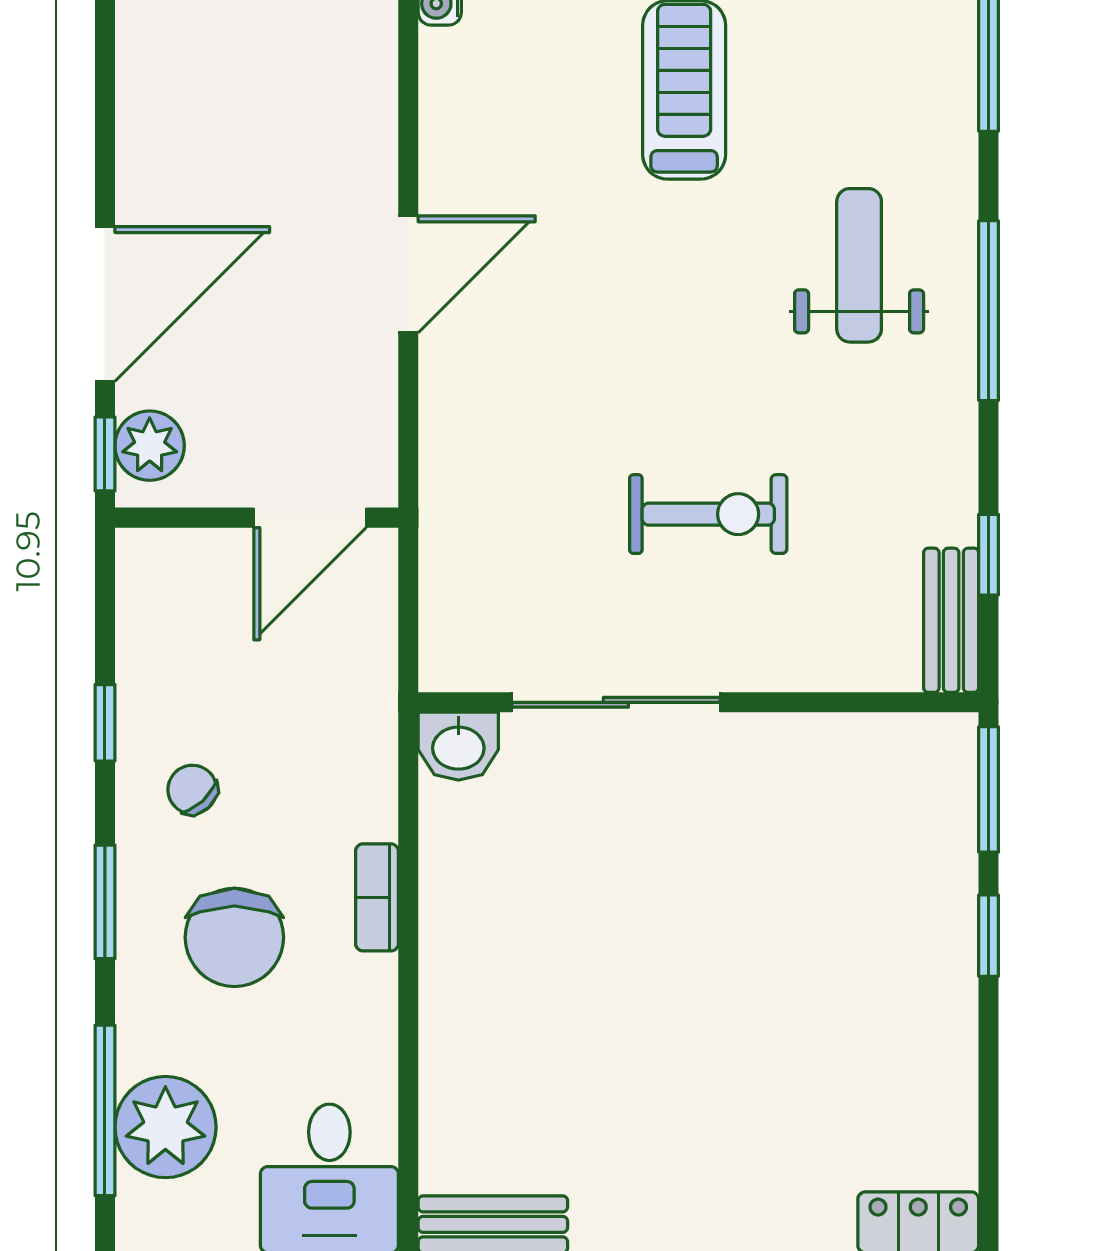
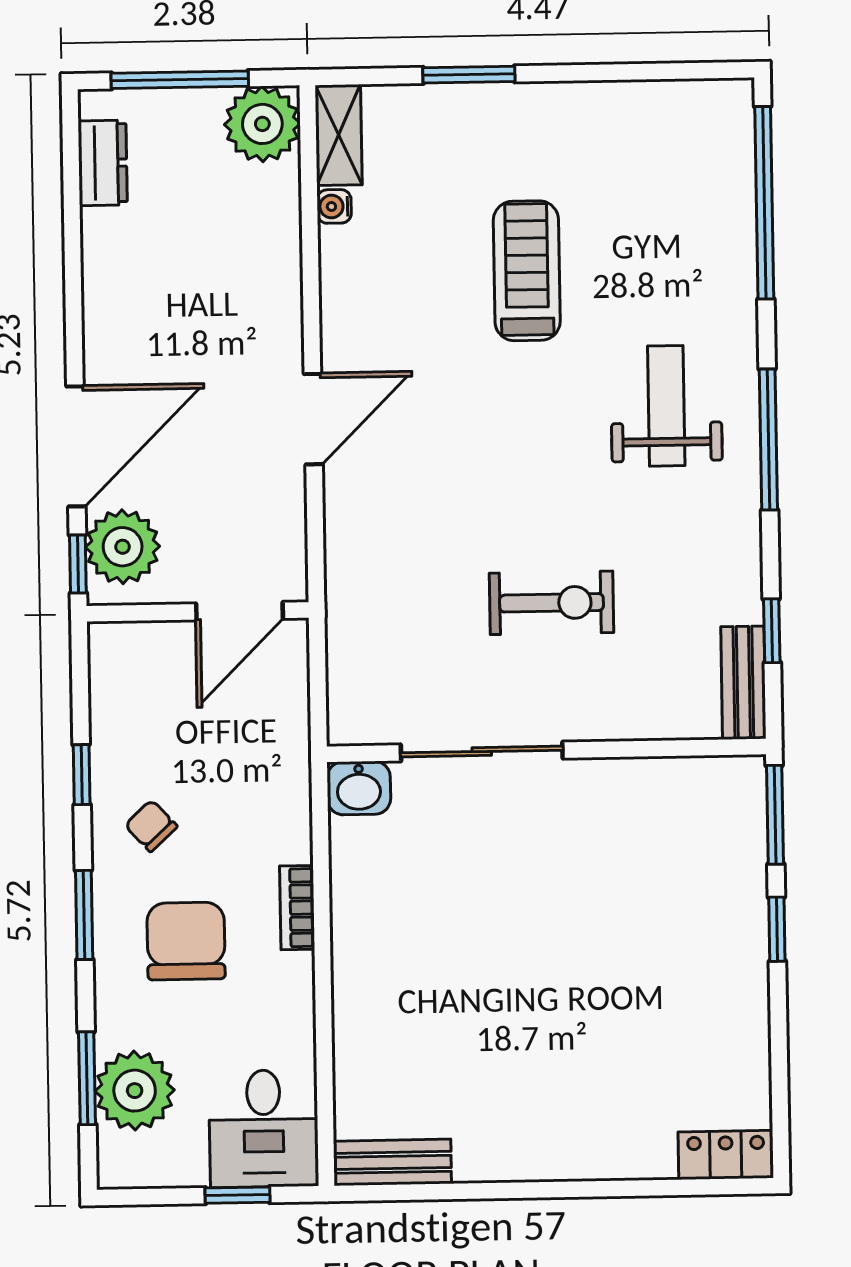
plant: (150, 446) -> (123, 547), width x1.36, depth x1.36
chair: (234, 937) -> (186, 941), turned 180
window: (105, 1110) -> (87, 1078), width x0.69

